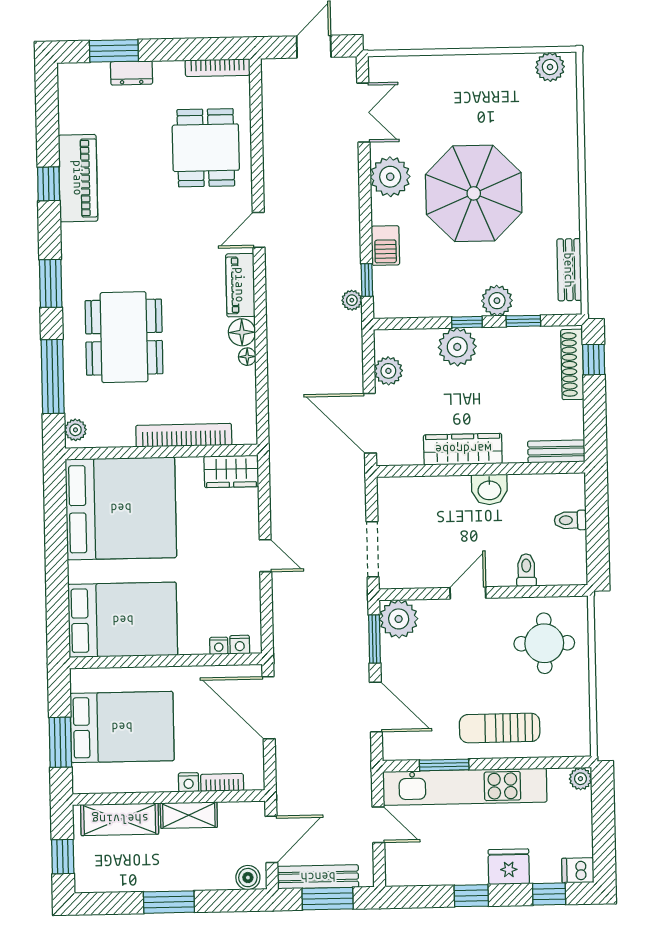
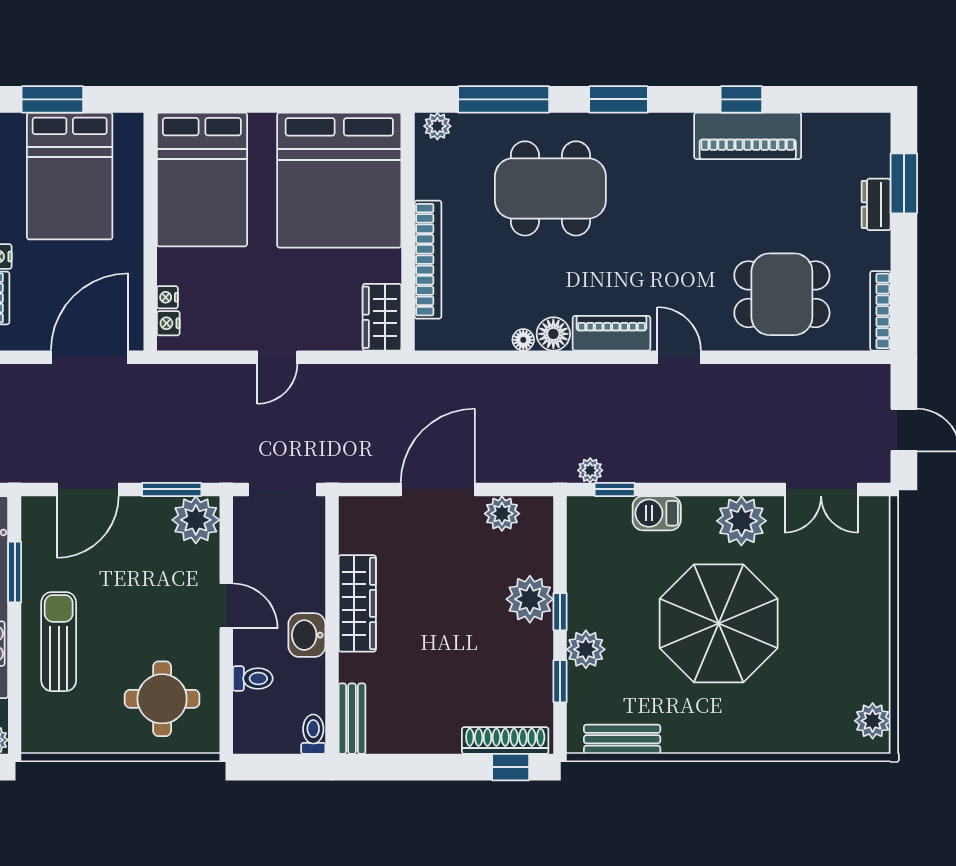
wardrobe: (463, 449) -> (357, 603), moved
bench: (556, 451) -> (352, 719), moved
wall: (481, 469) -> (332, 625), moved
washbasin: (489, 490) -> (307, 635), moved

